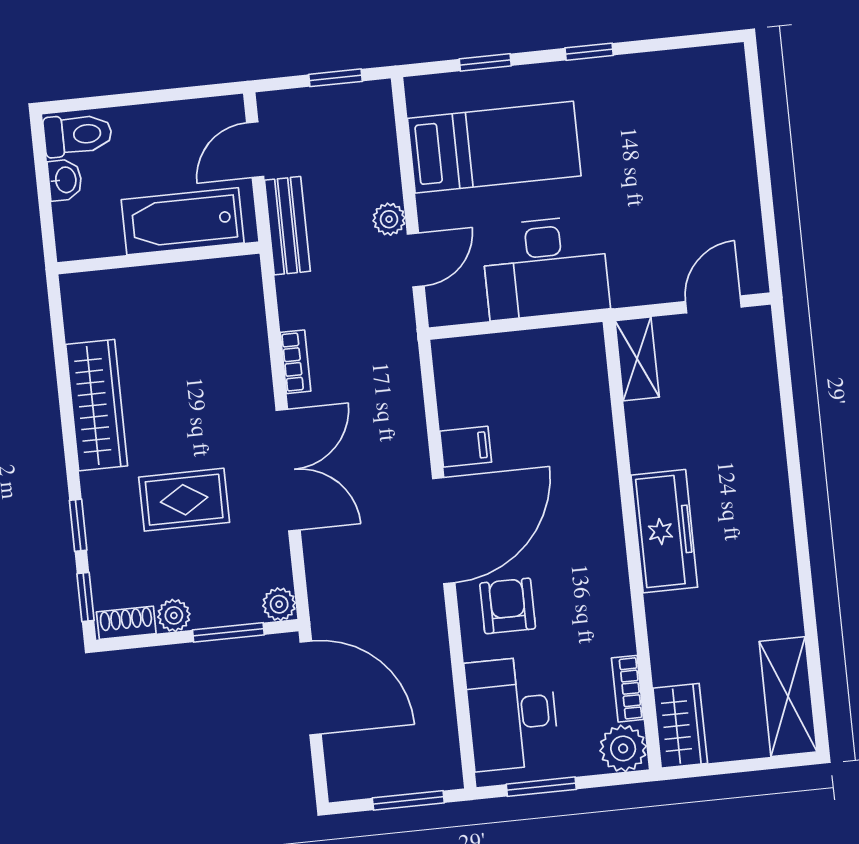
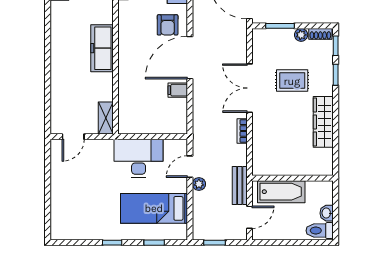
plant: (279, 604) -> (259, 35), removed

